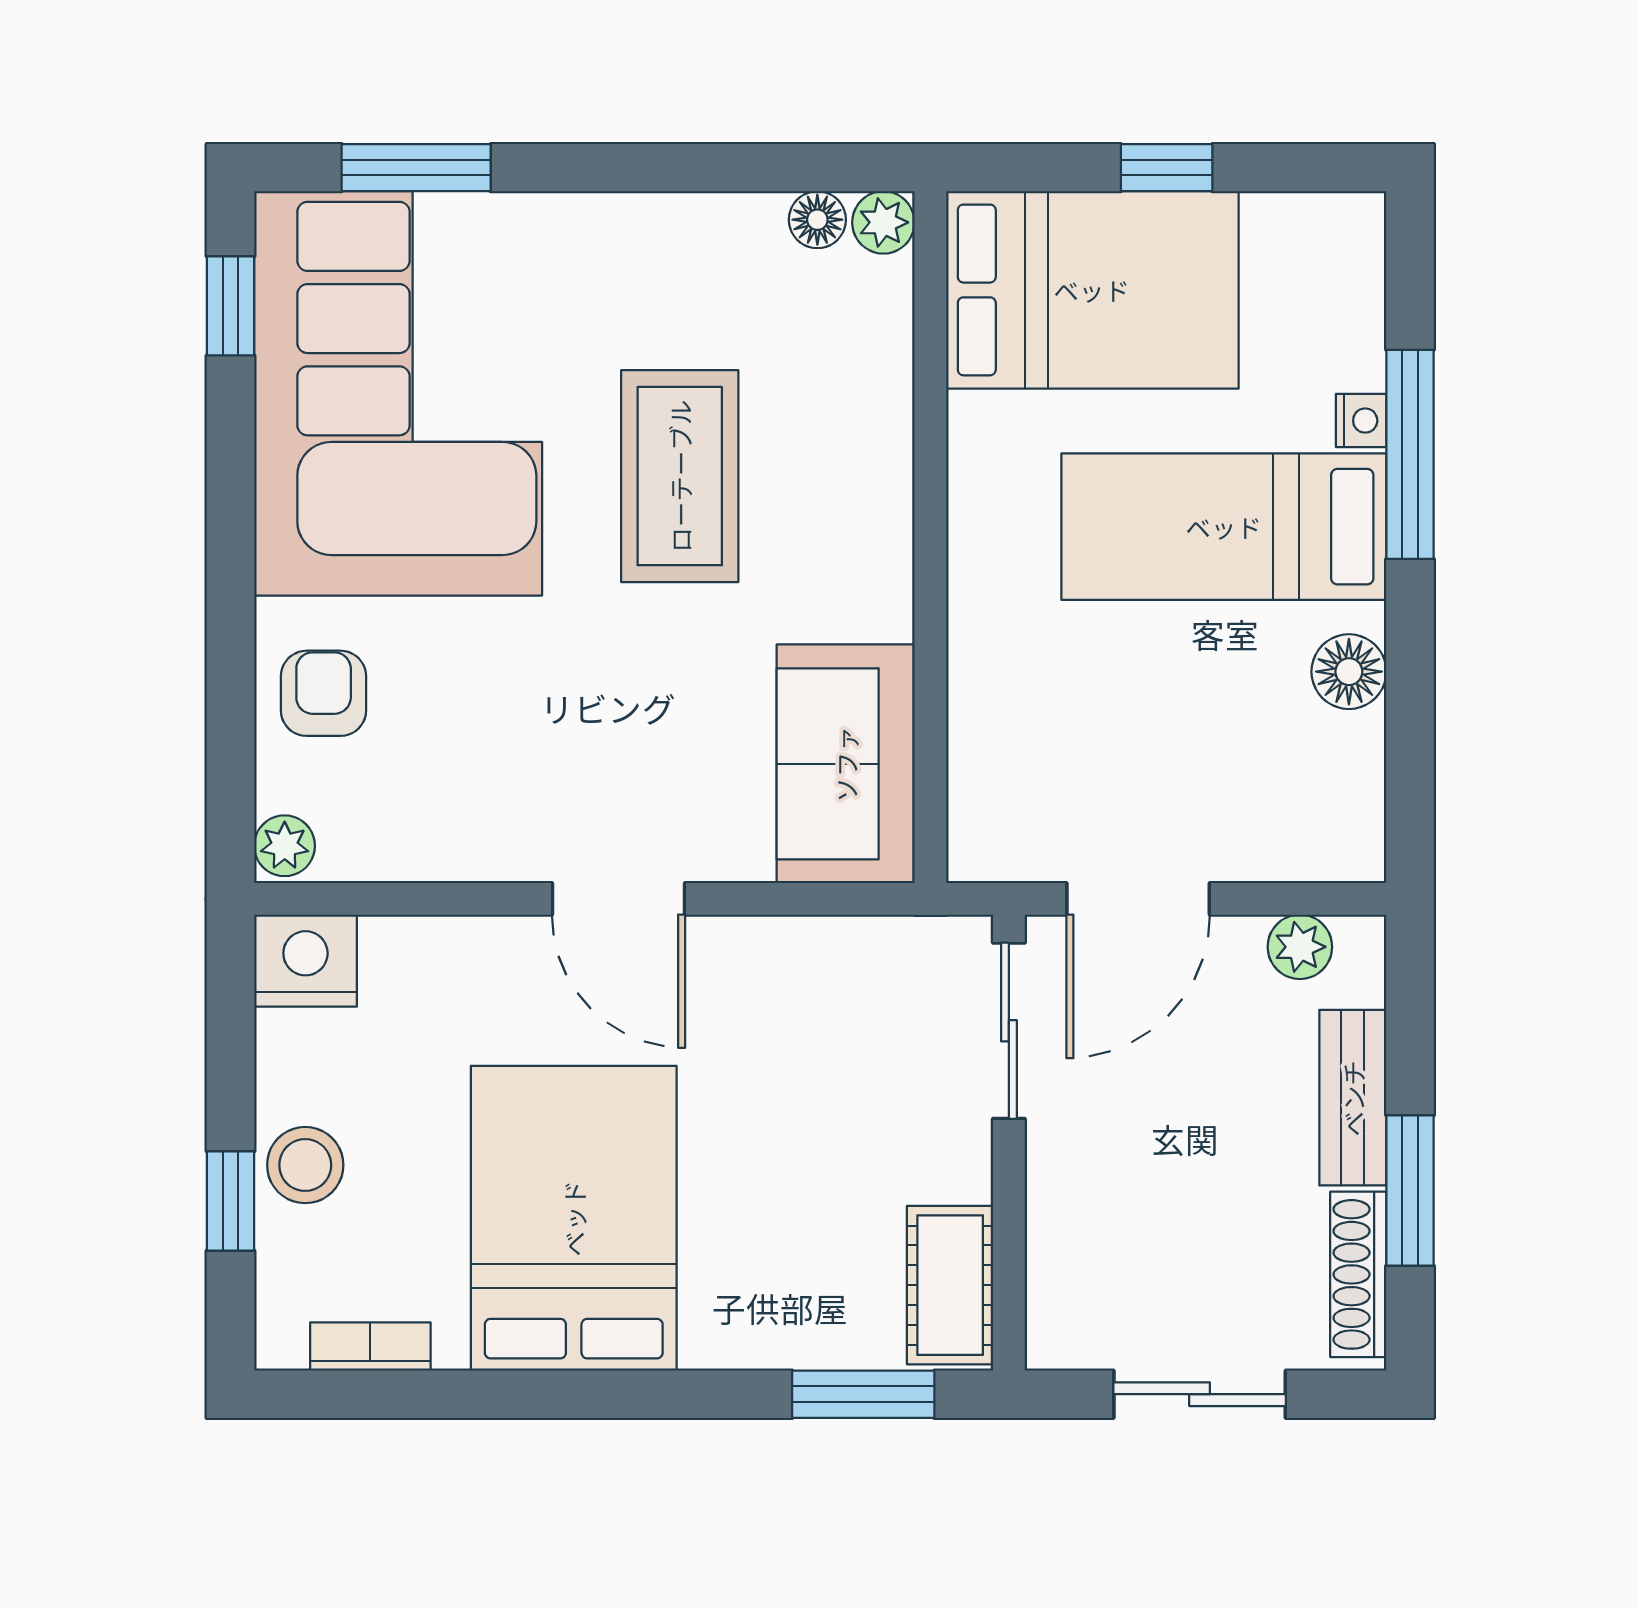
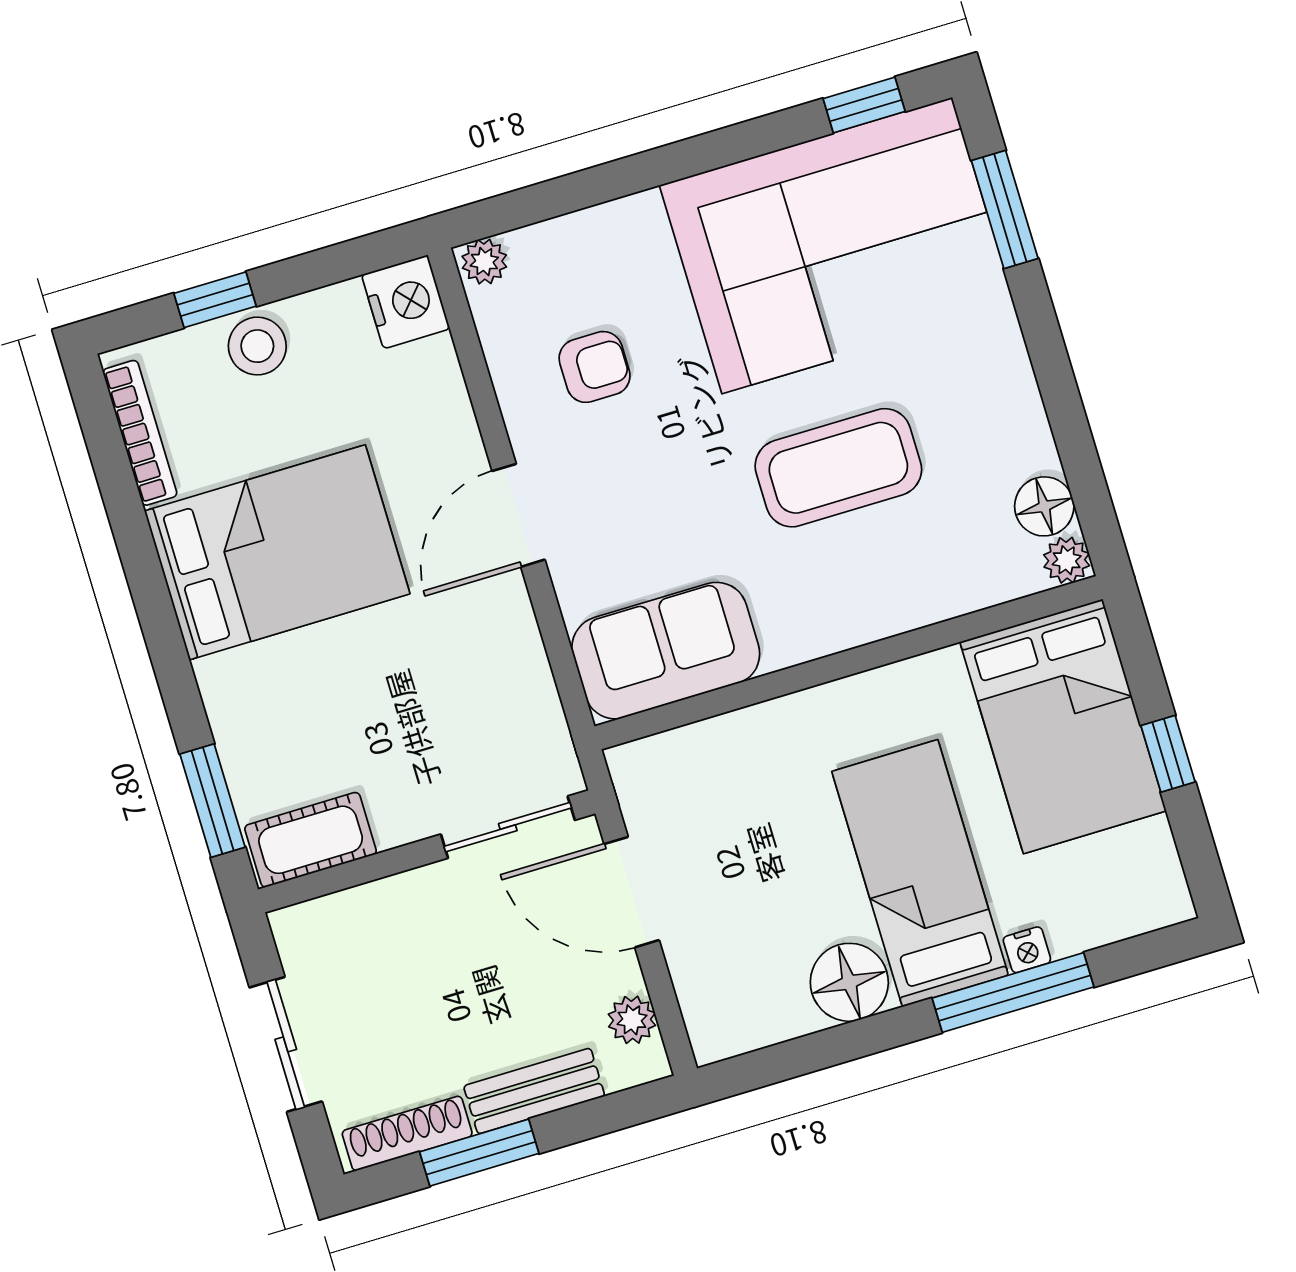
floor lamp: (817, 220) -> (1044, 506), width x1.37, depth x1.37
floor lamp: (1349, 672) -> (849, 982), width x1.38, depth x1.38
armchair: (324, 693) -> (595, 367), moved
bookcase: (370, 1347) -> (140, 433), width x1.56

